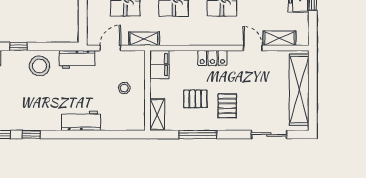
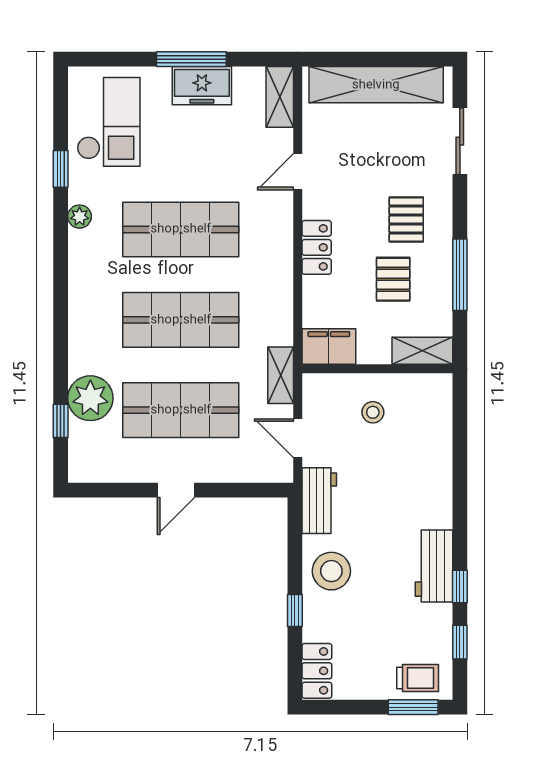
shelving: (279, 38) -> (280, 97), moved
pallet: (227, 106) -> (406, 219), turned 90
workbench: (81, 121) -> (434, 566), moved

